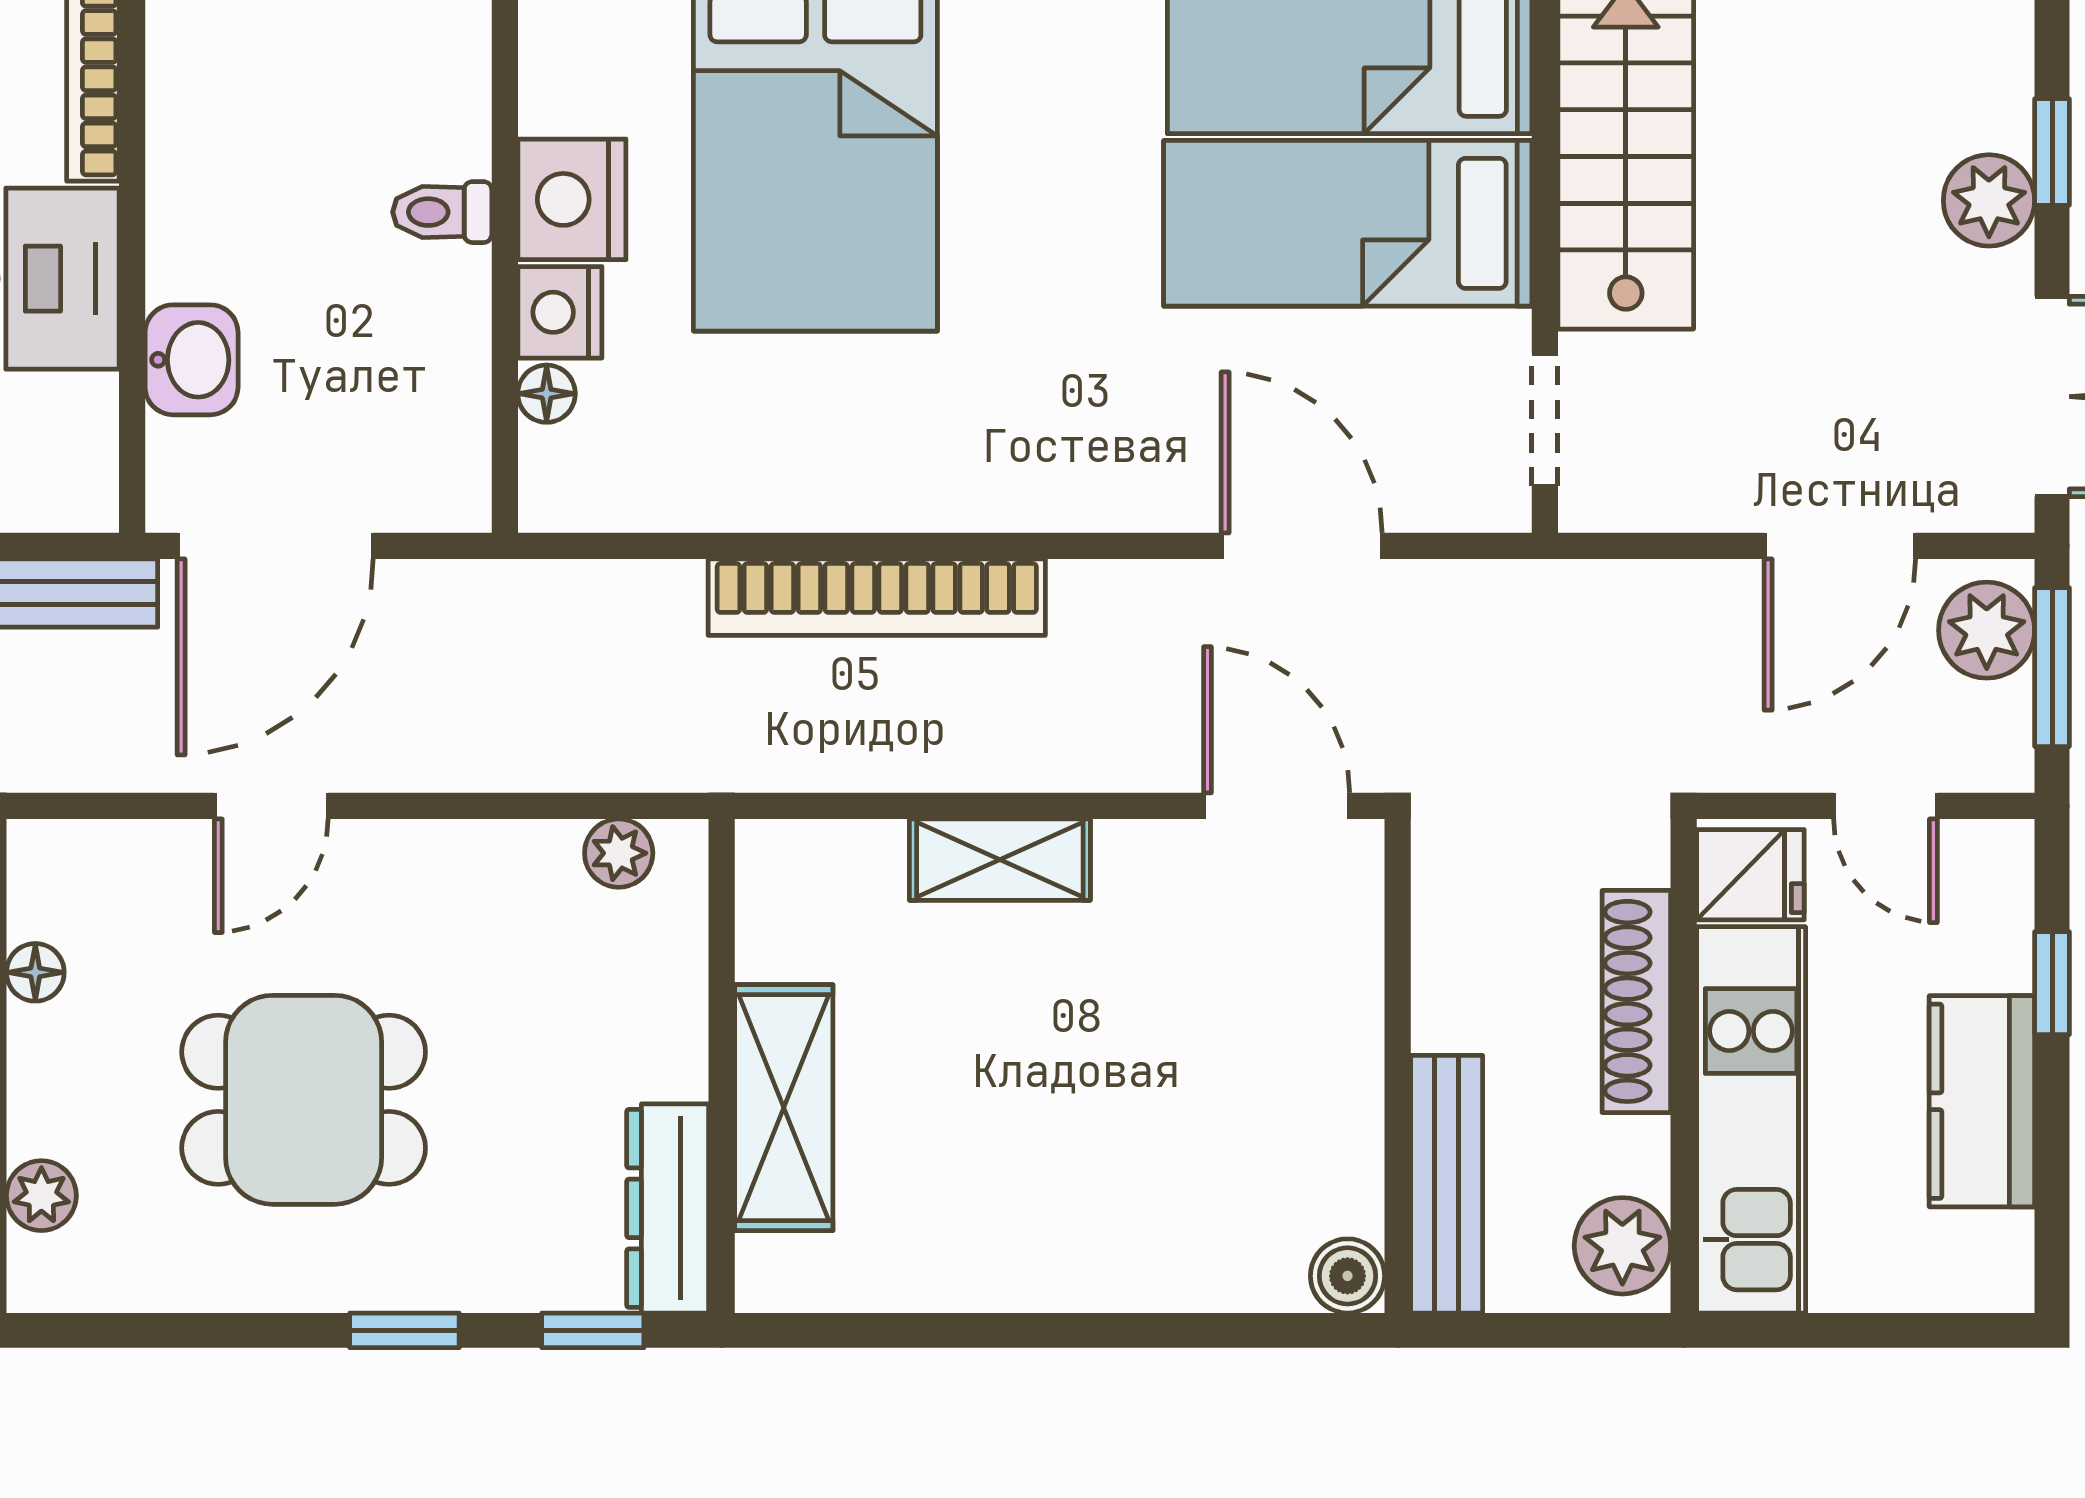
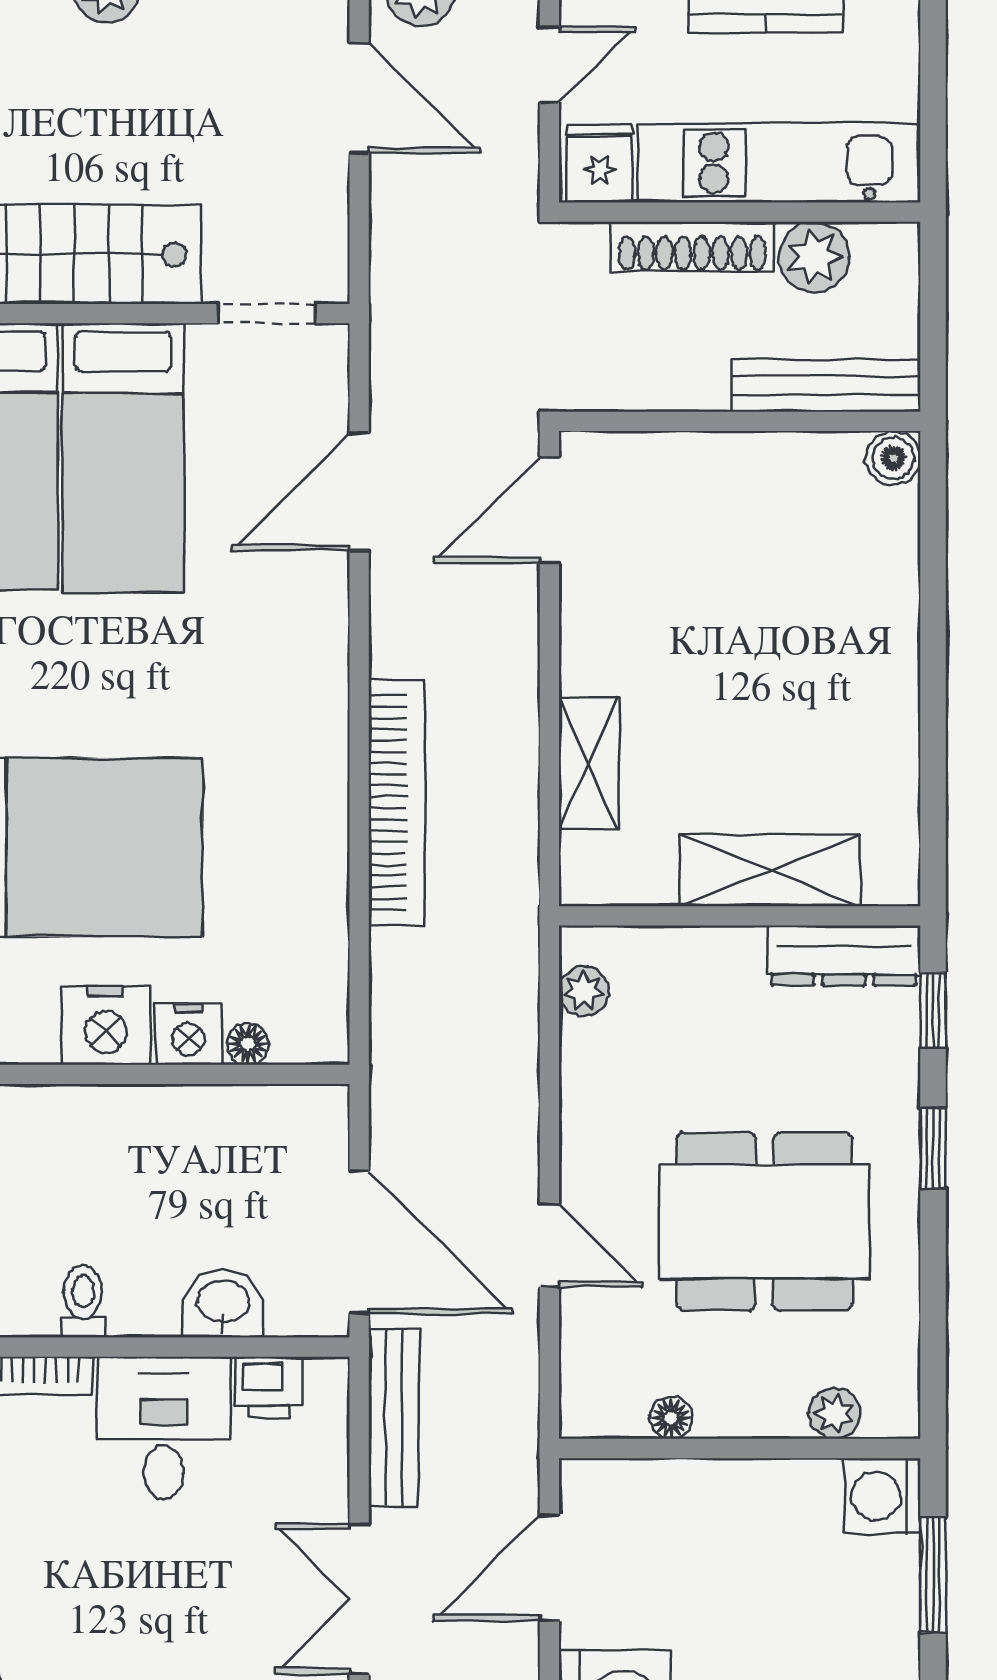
toilet: (442, 212) -> (83, 1301), moved, turned 180
printer: (77, 422) -> (269, 1387), added
shelving: (1000, 860) -> (589, 763), moved
dining table: (304, 1100) -> (764, 1222), width x1.38
plant: (1622, 1246) -> (814, 257), moved

